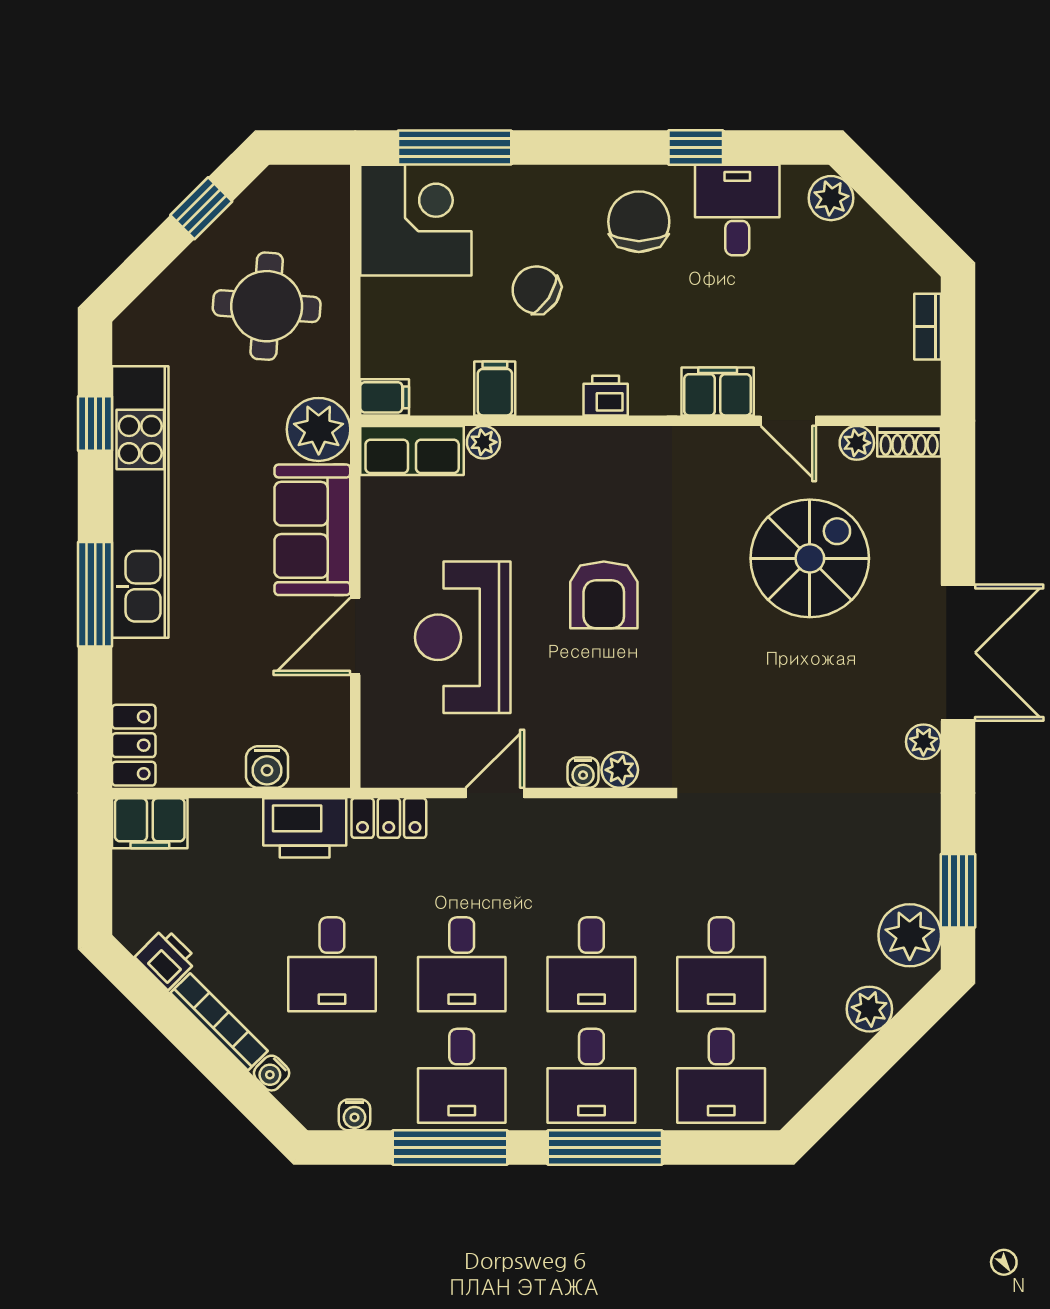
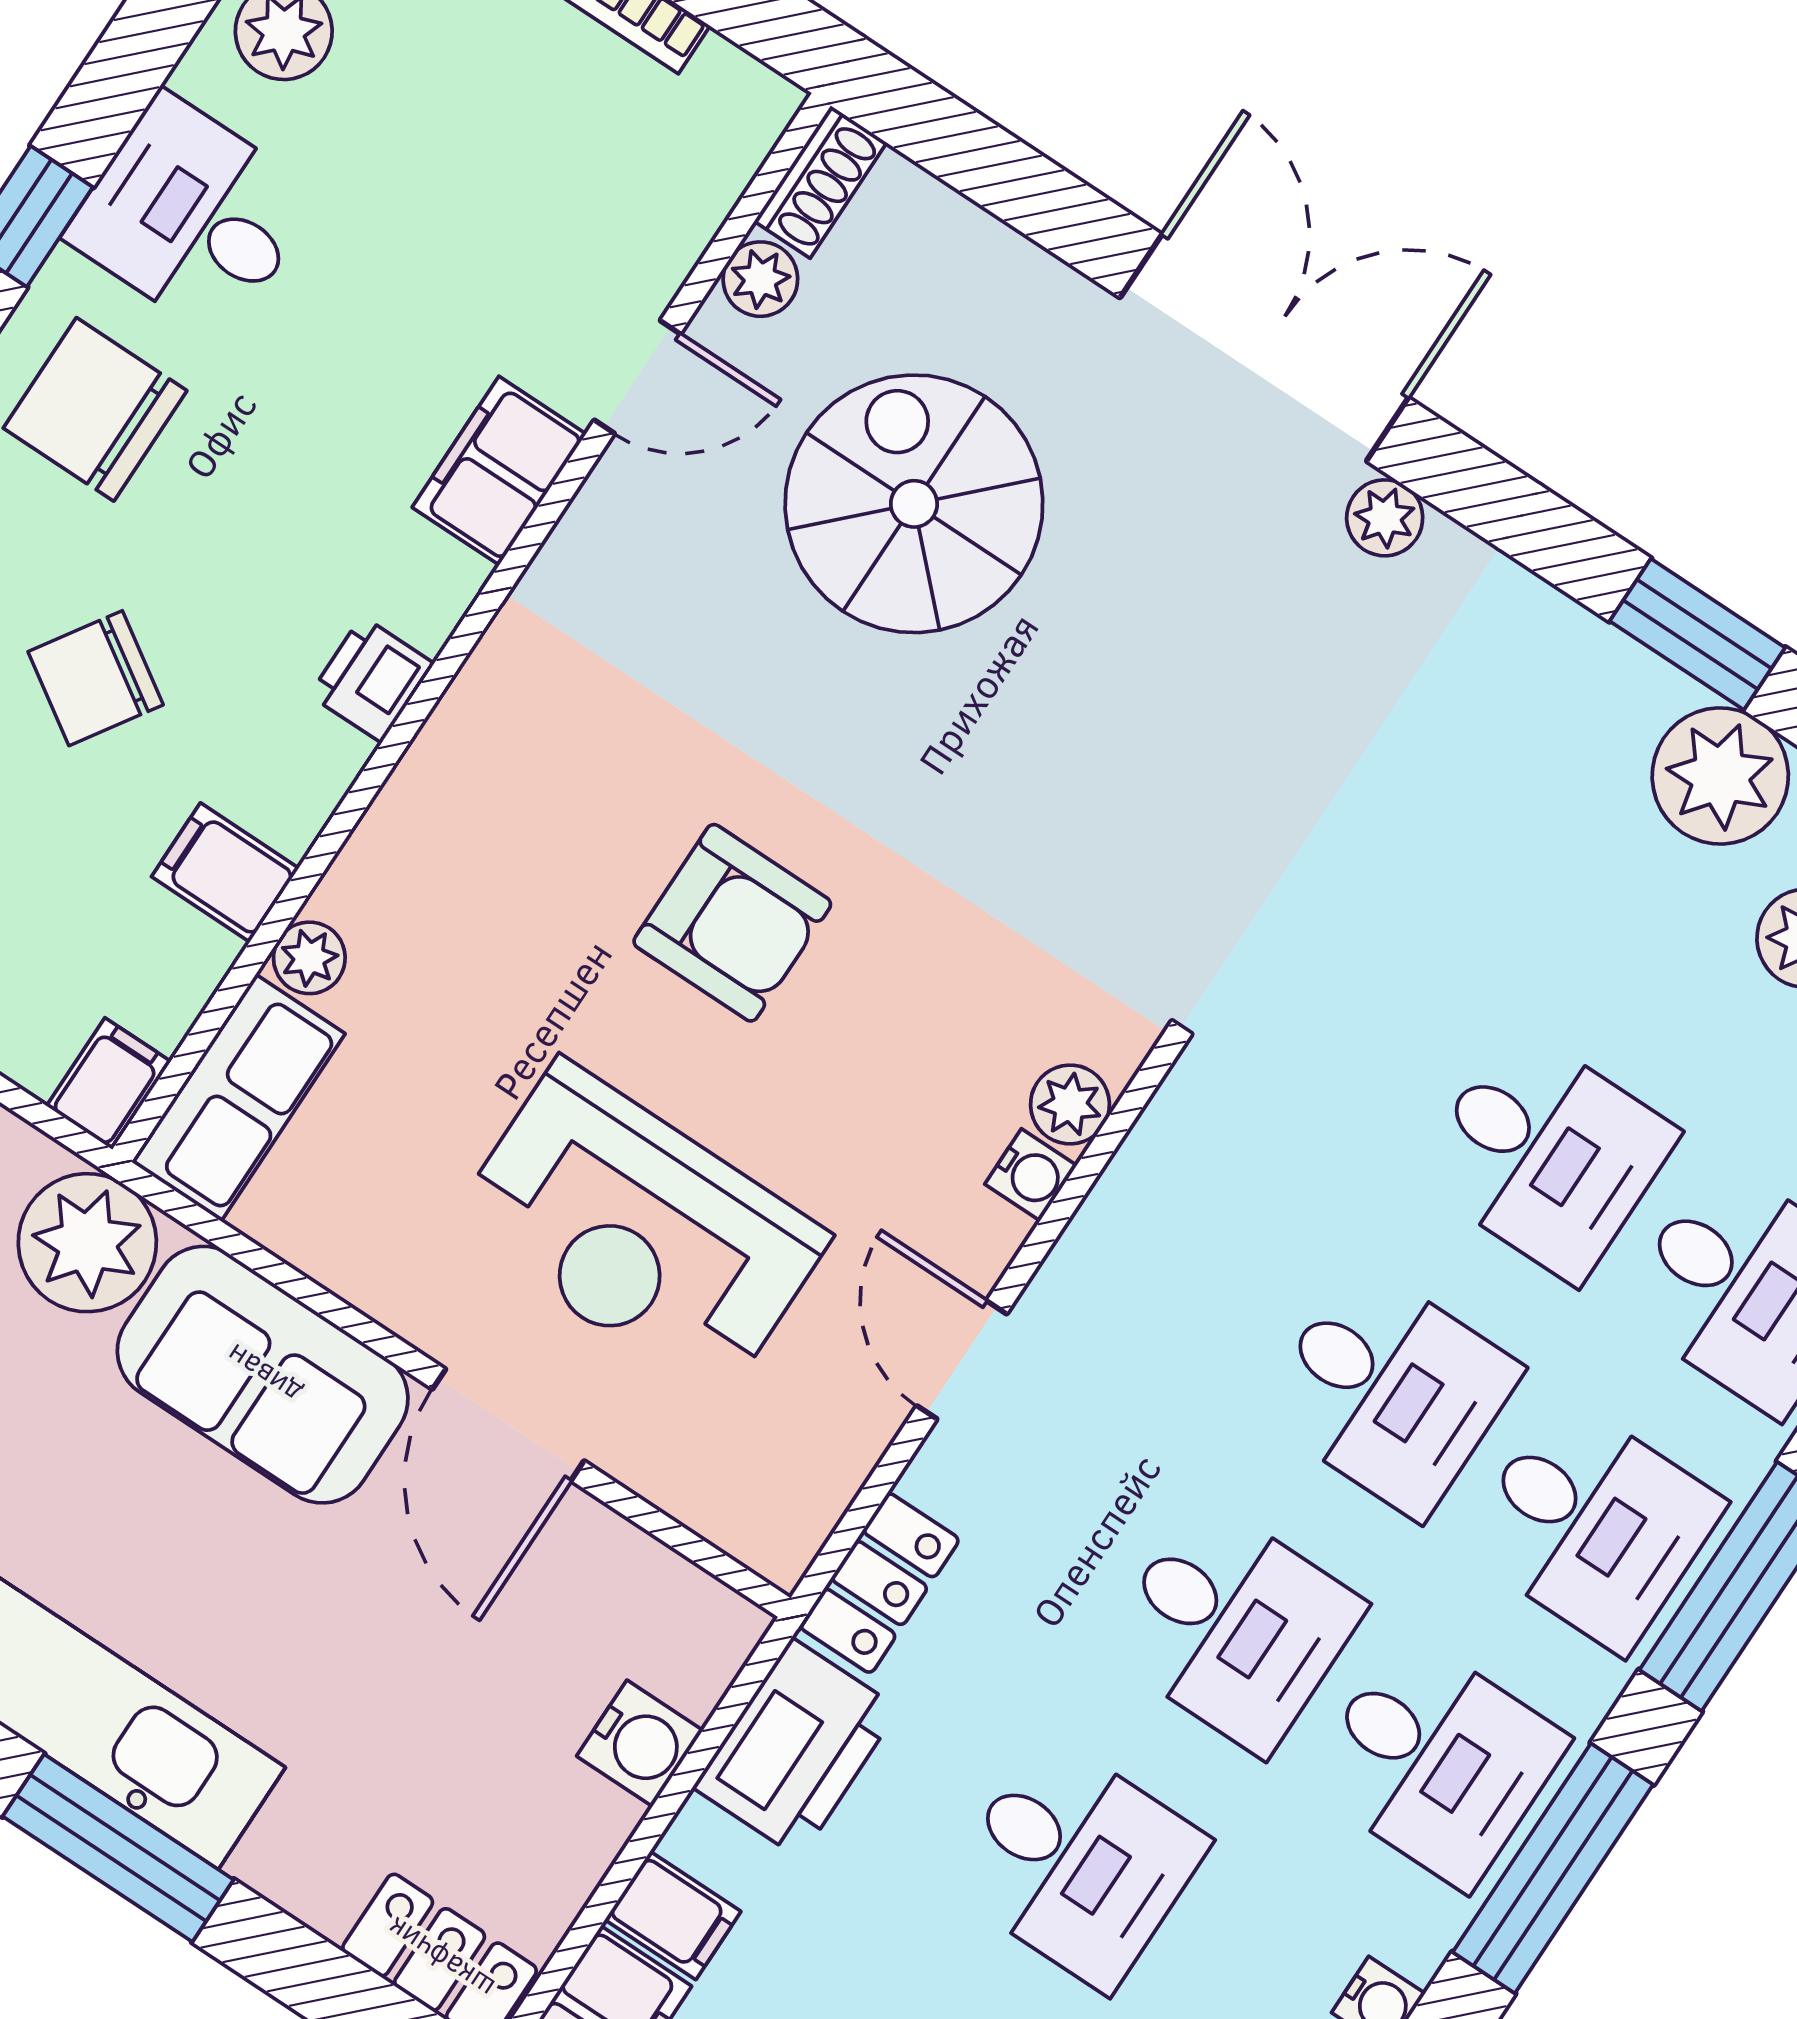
filing cabinet: (210, 823) -> (673, 1915), added

